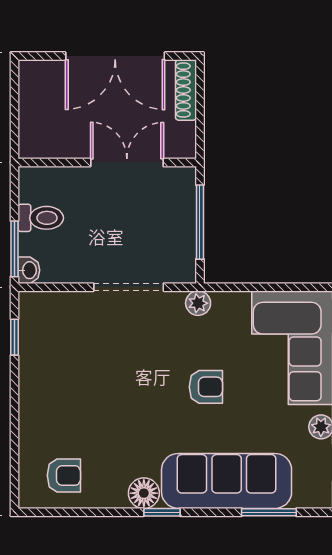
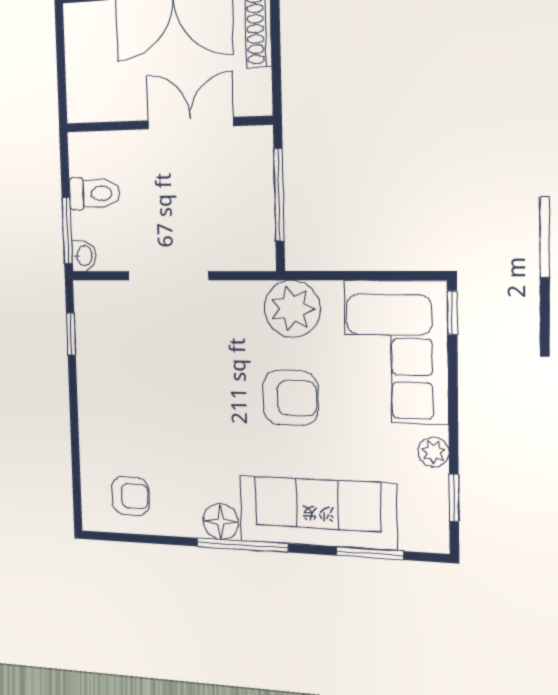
doorway: (129, 287) -> (168, 276), moved
plant: (198, 303) -> (292, 309), width x1.88, depth x1.88
armchair: (206, 387) -> (290, 398), width x1.38, depth x1.38
window: (162, 512) -> (242, 545), width x2.17

